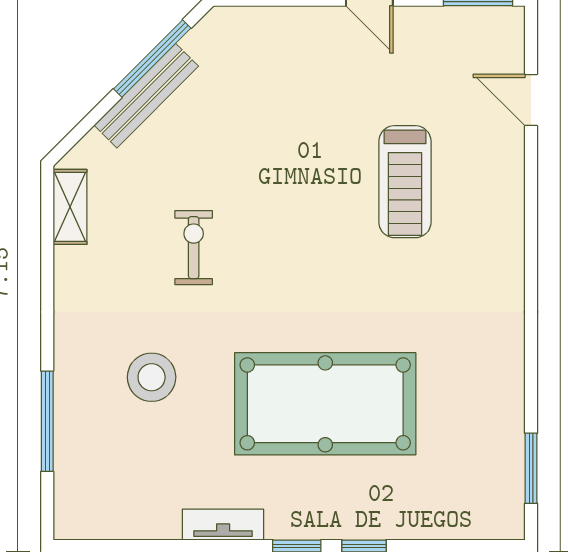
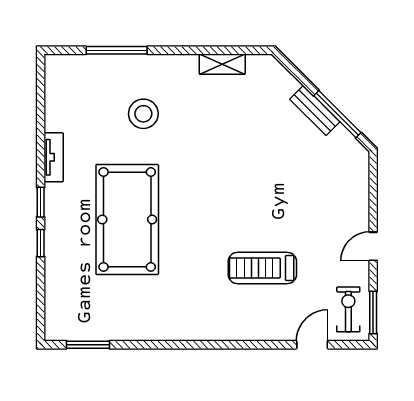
bench: (146, 96) -> (315, 111), width x0.73
shelving: (70, 207) -> (222, 64), moved
exercise bike: (194, 248) -> (348, 309), moved, turned -90

